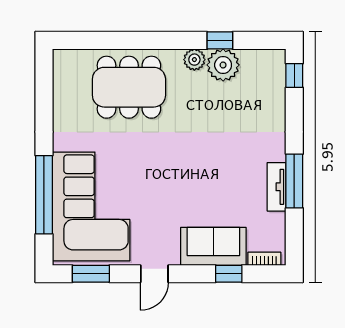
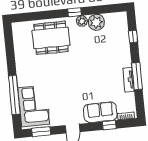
window: (220, 40) -> (75, 12), moved
window: (294, 75) -> (133, 37), moved
corner sofa: (91, 206) -> (34, 106), width x0.73, depth x0.74

